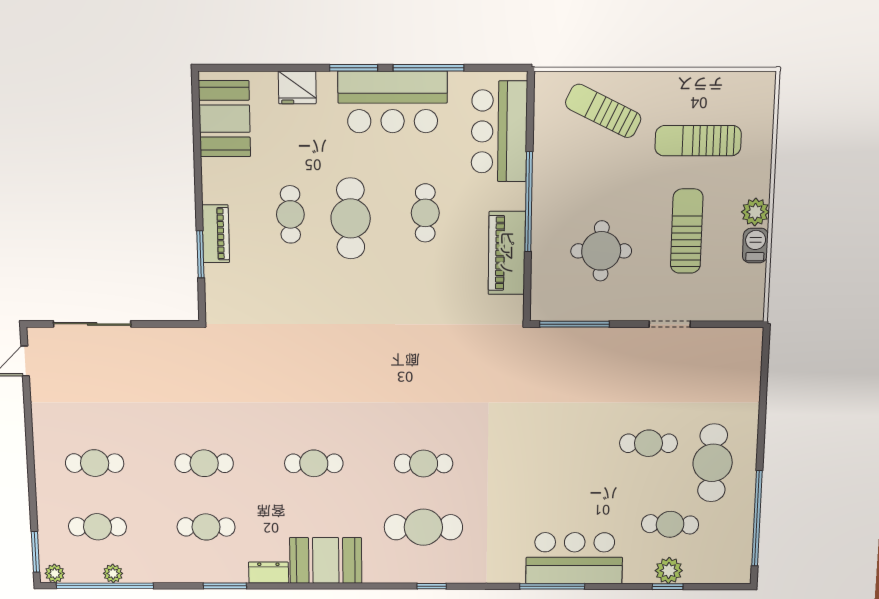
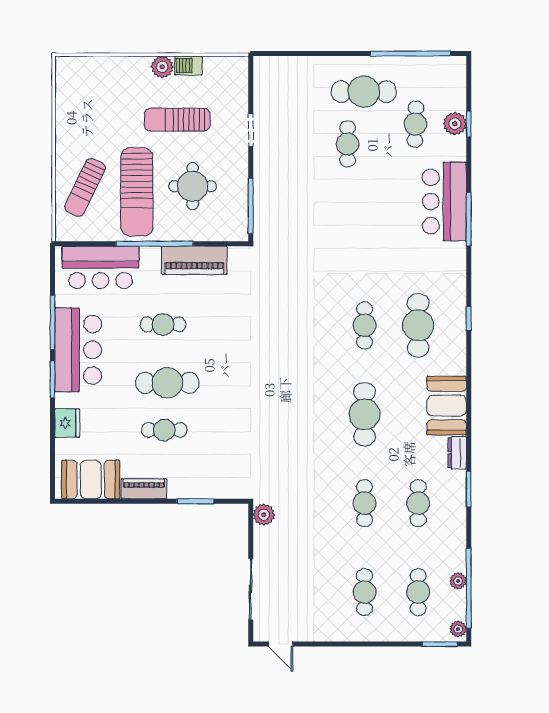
sun lounger: (698, 141) -> (137, 192), moved, width x1.36, depth x1.34
piano: (216, 234) -> (144, 489), moved
plant: (186, 340) -> (264, 515), added
cafe table: (314, 463) -> (365, 414), width x1.37, depth x1.35

